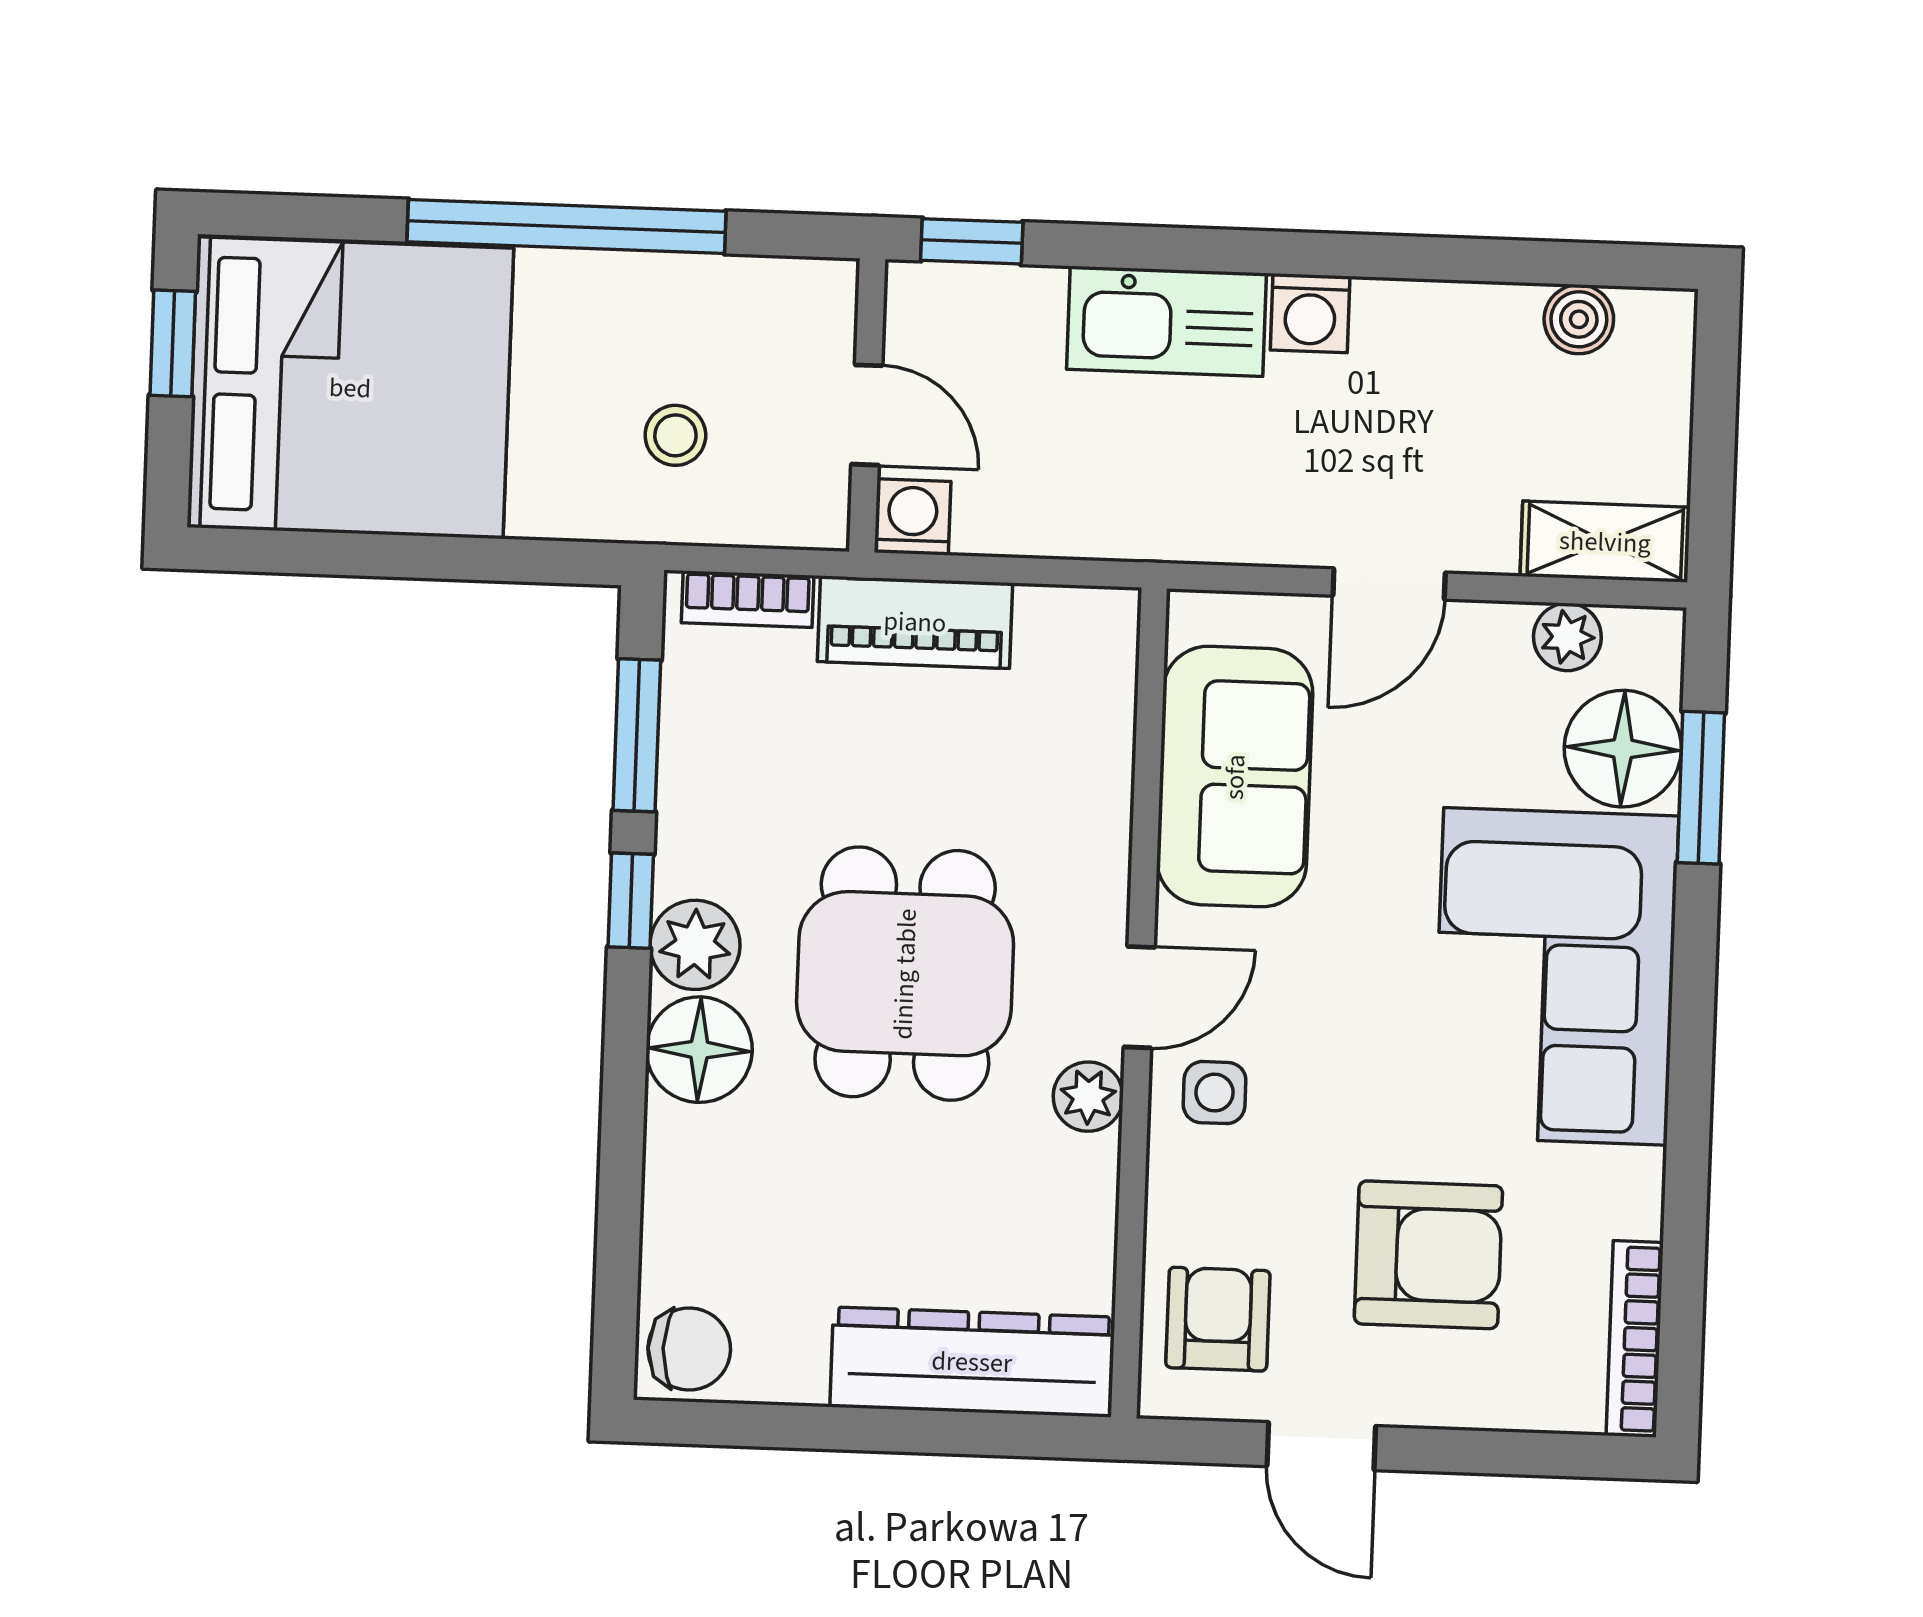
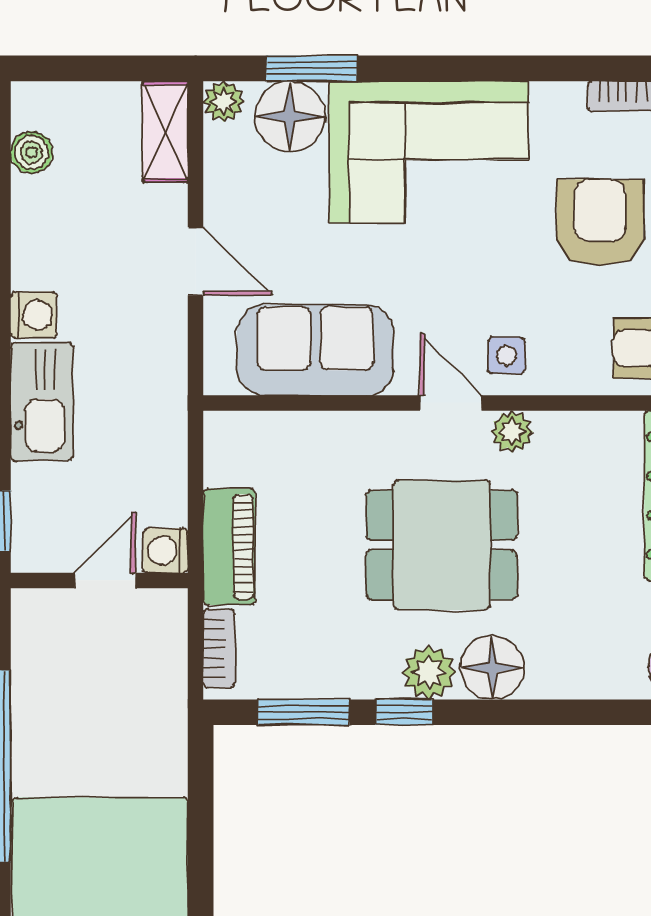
stool: (675, 435) -> (122, 696), removed
plant: (1567, 637) -> (224, 101), moved

